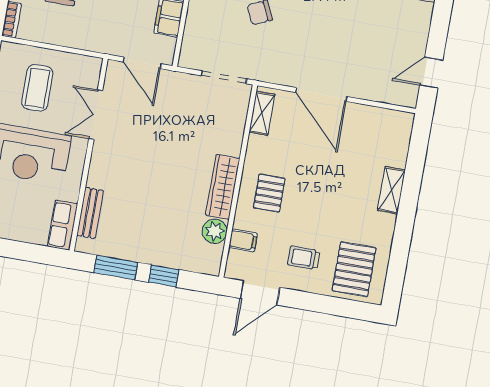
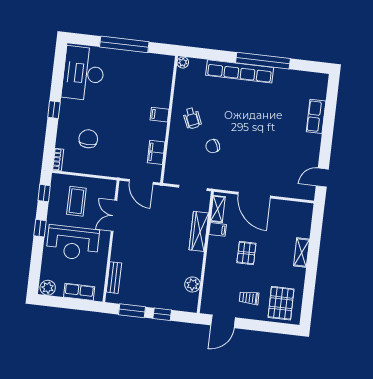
wardrobe: (223, 187) -> (199, 231), moved
pallet: (269, 193) -> (246, 253), moved
row of seats: (62, 225) -> (79, 292), moved, turned 90
filing cabinet: (243, 240) -> (218, 229), moved

